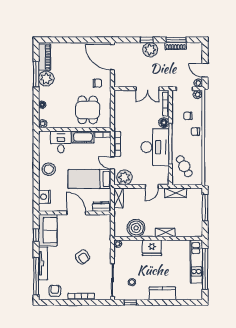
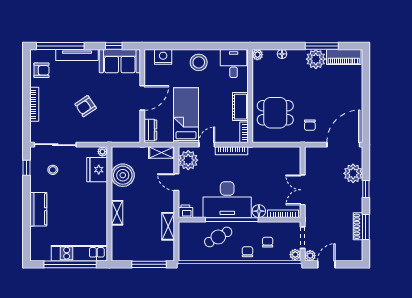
plant: (150, 50) -> (353, 173), moved
desk: (61, 142) -> (234, 63), moved, turned -90
cafe table: (184, 166) -> (218, 237), moved
printer: (164, 179) -> (185, 211), added
door: (152, 186) -> (176, 182), moved
fridge: (152, 248) -> (97, 170), moved

